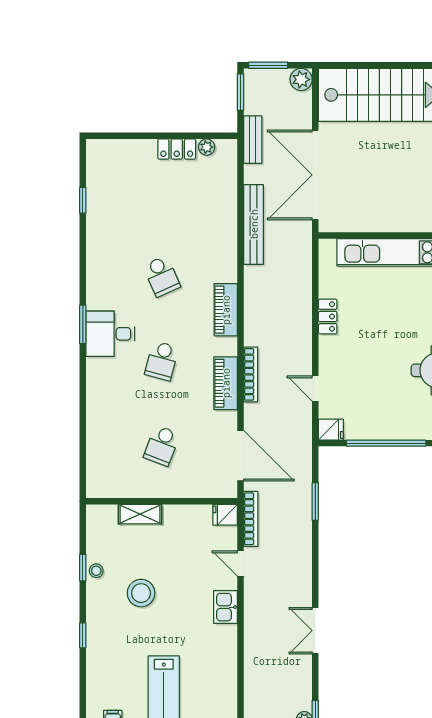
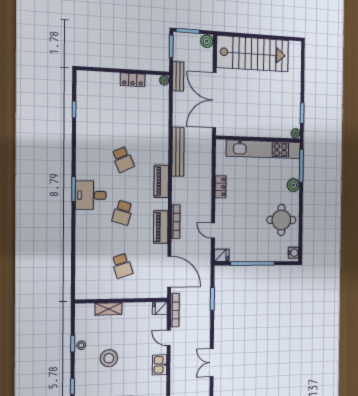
plant: (207, 147) -> (164, 80), moved
bench: (254, 224) -> (178, 152), moved
school desk: (162, 446) -> (122, 266), turned -39
double door: (315, 631) -> (212, 363), moved

